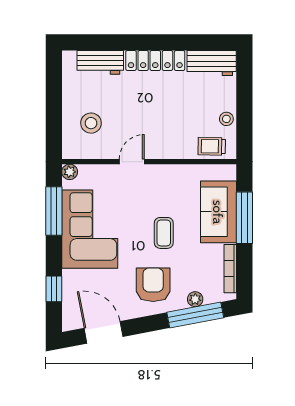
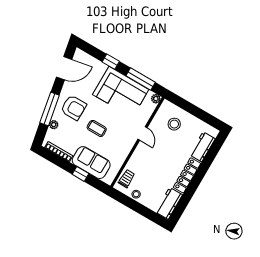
window: (244, 218) -> (80, 174), width x0.46
window: (54, 289) -> (111, 62), moved
window: (195, 315) -> (50, 109), moved

